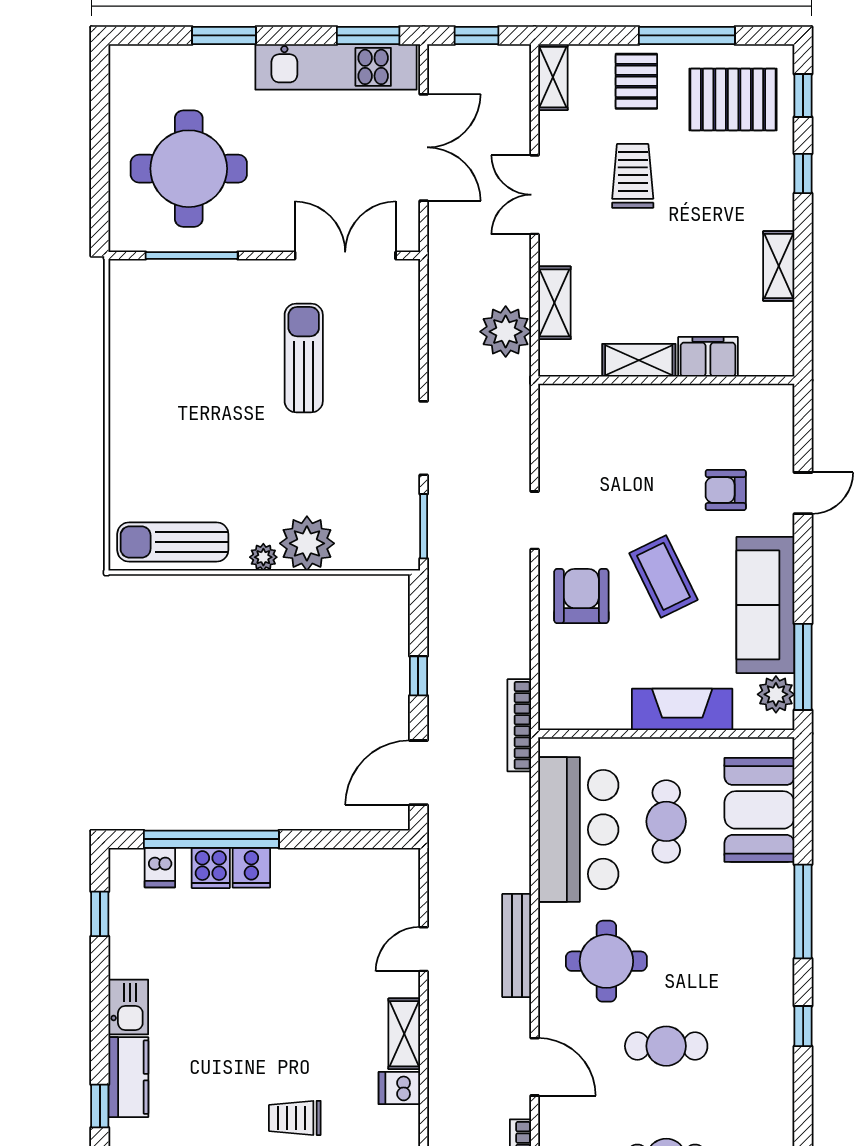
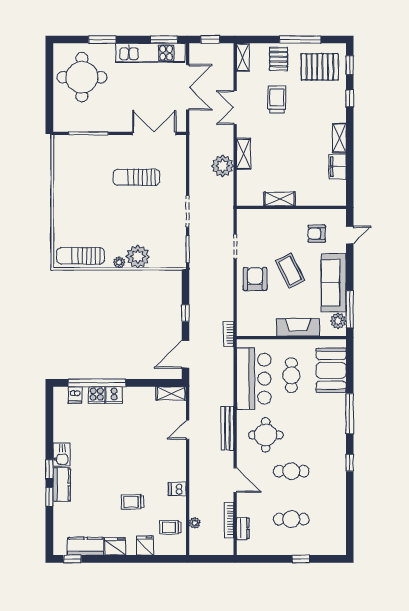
round table: (189, 169) -> (82, 77), moved
filing cabinet: (708, 357) -> (338, 167), moved, turned -90
sun lounger: (304, 358) -> (136, 177), turned -90
shelving: (639, 360) -> (280, 199), moved
wall: (666, 380) -> (291, 207), moved
bookcase: (519, 725) -> (229, 334), width x0.64
window: (100, 914) -> (49, 469), moved
shelving: (404, 1034) -> (171, 393), moved, turned 90

